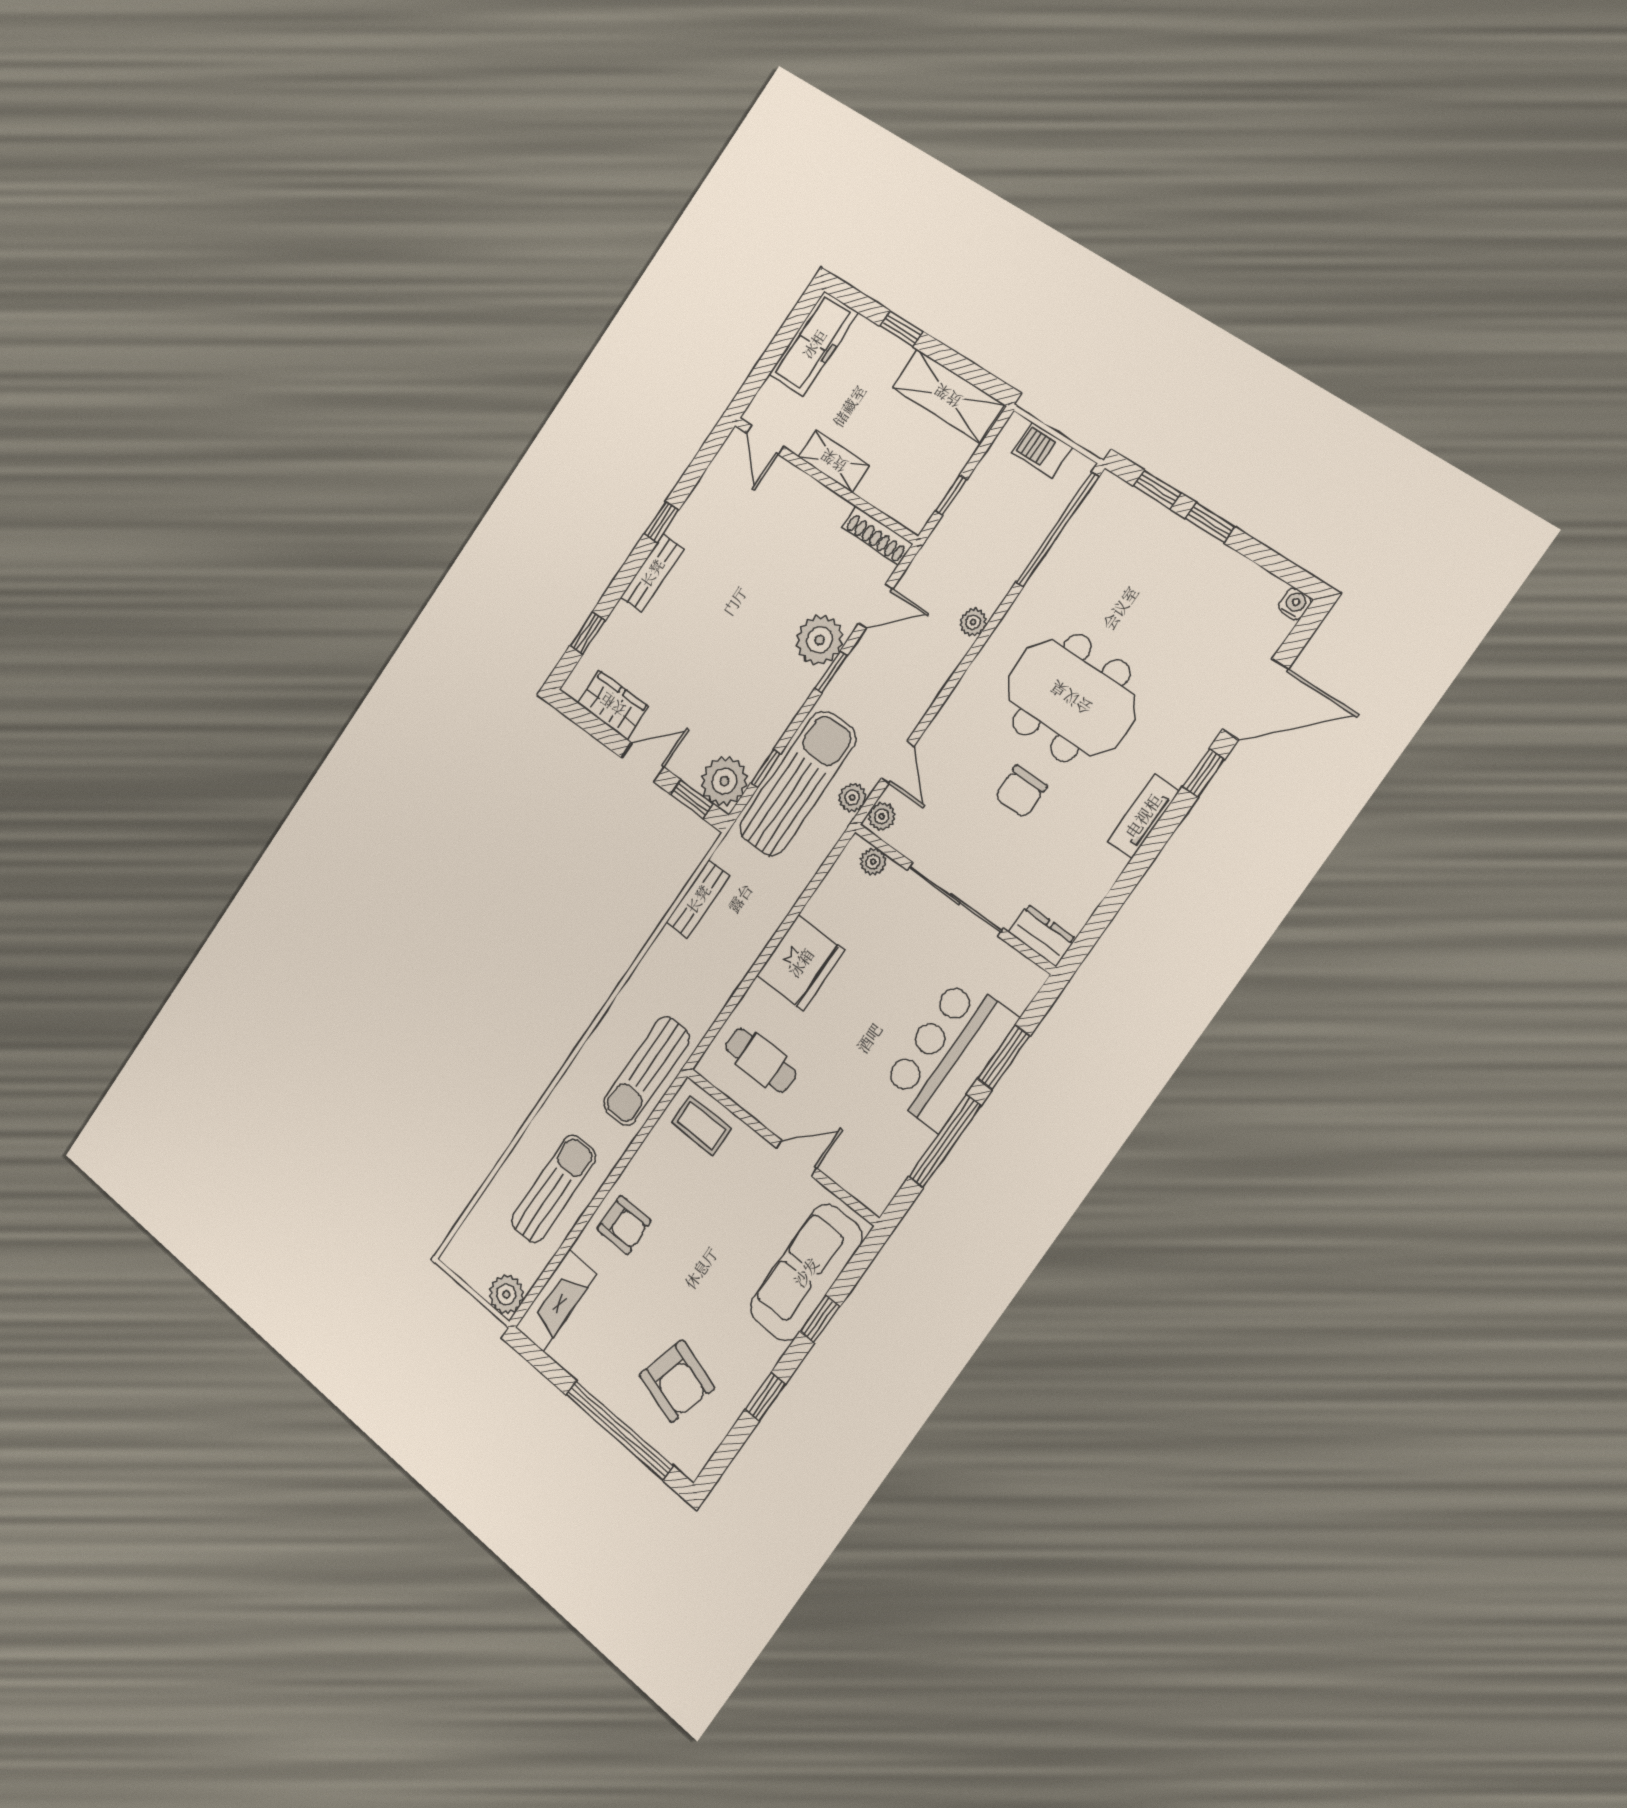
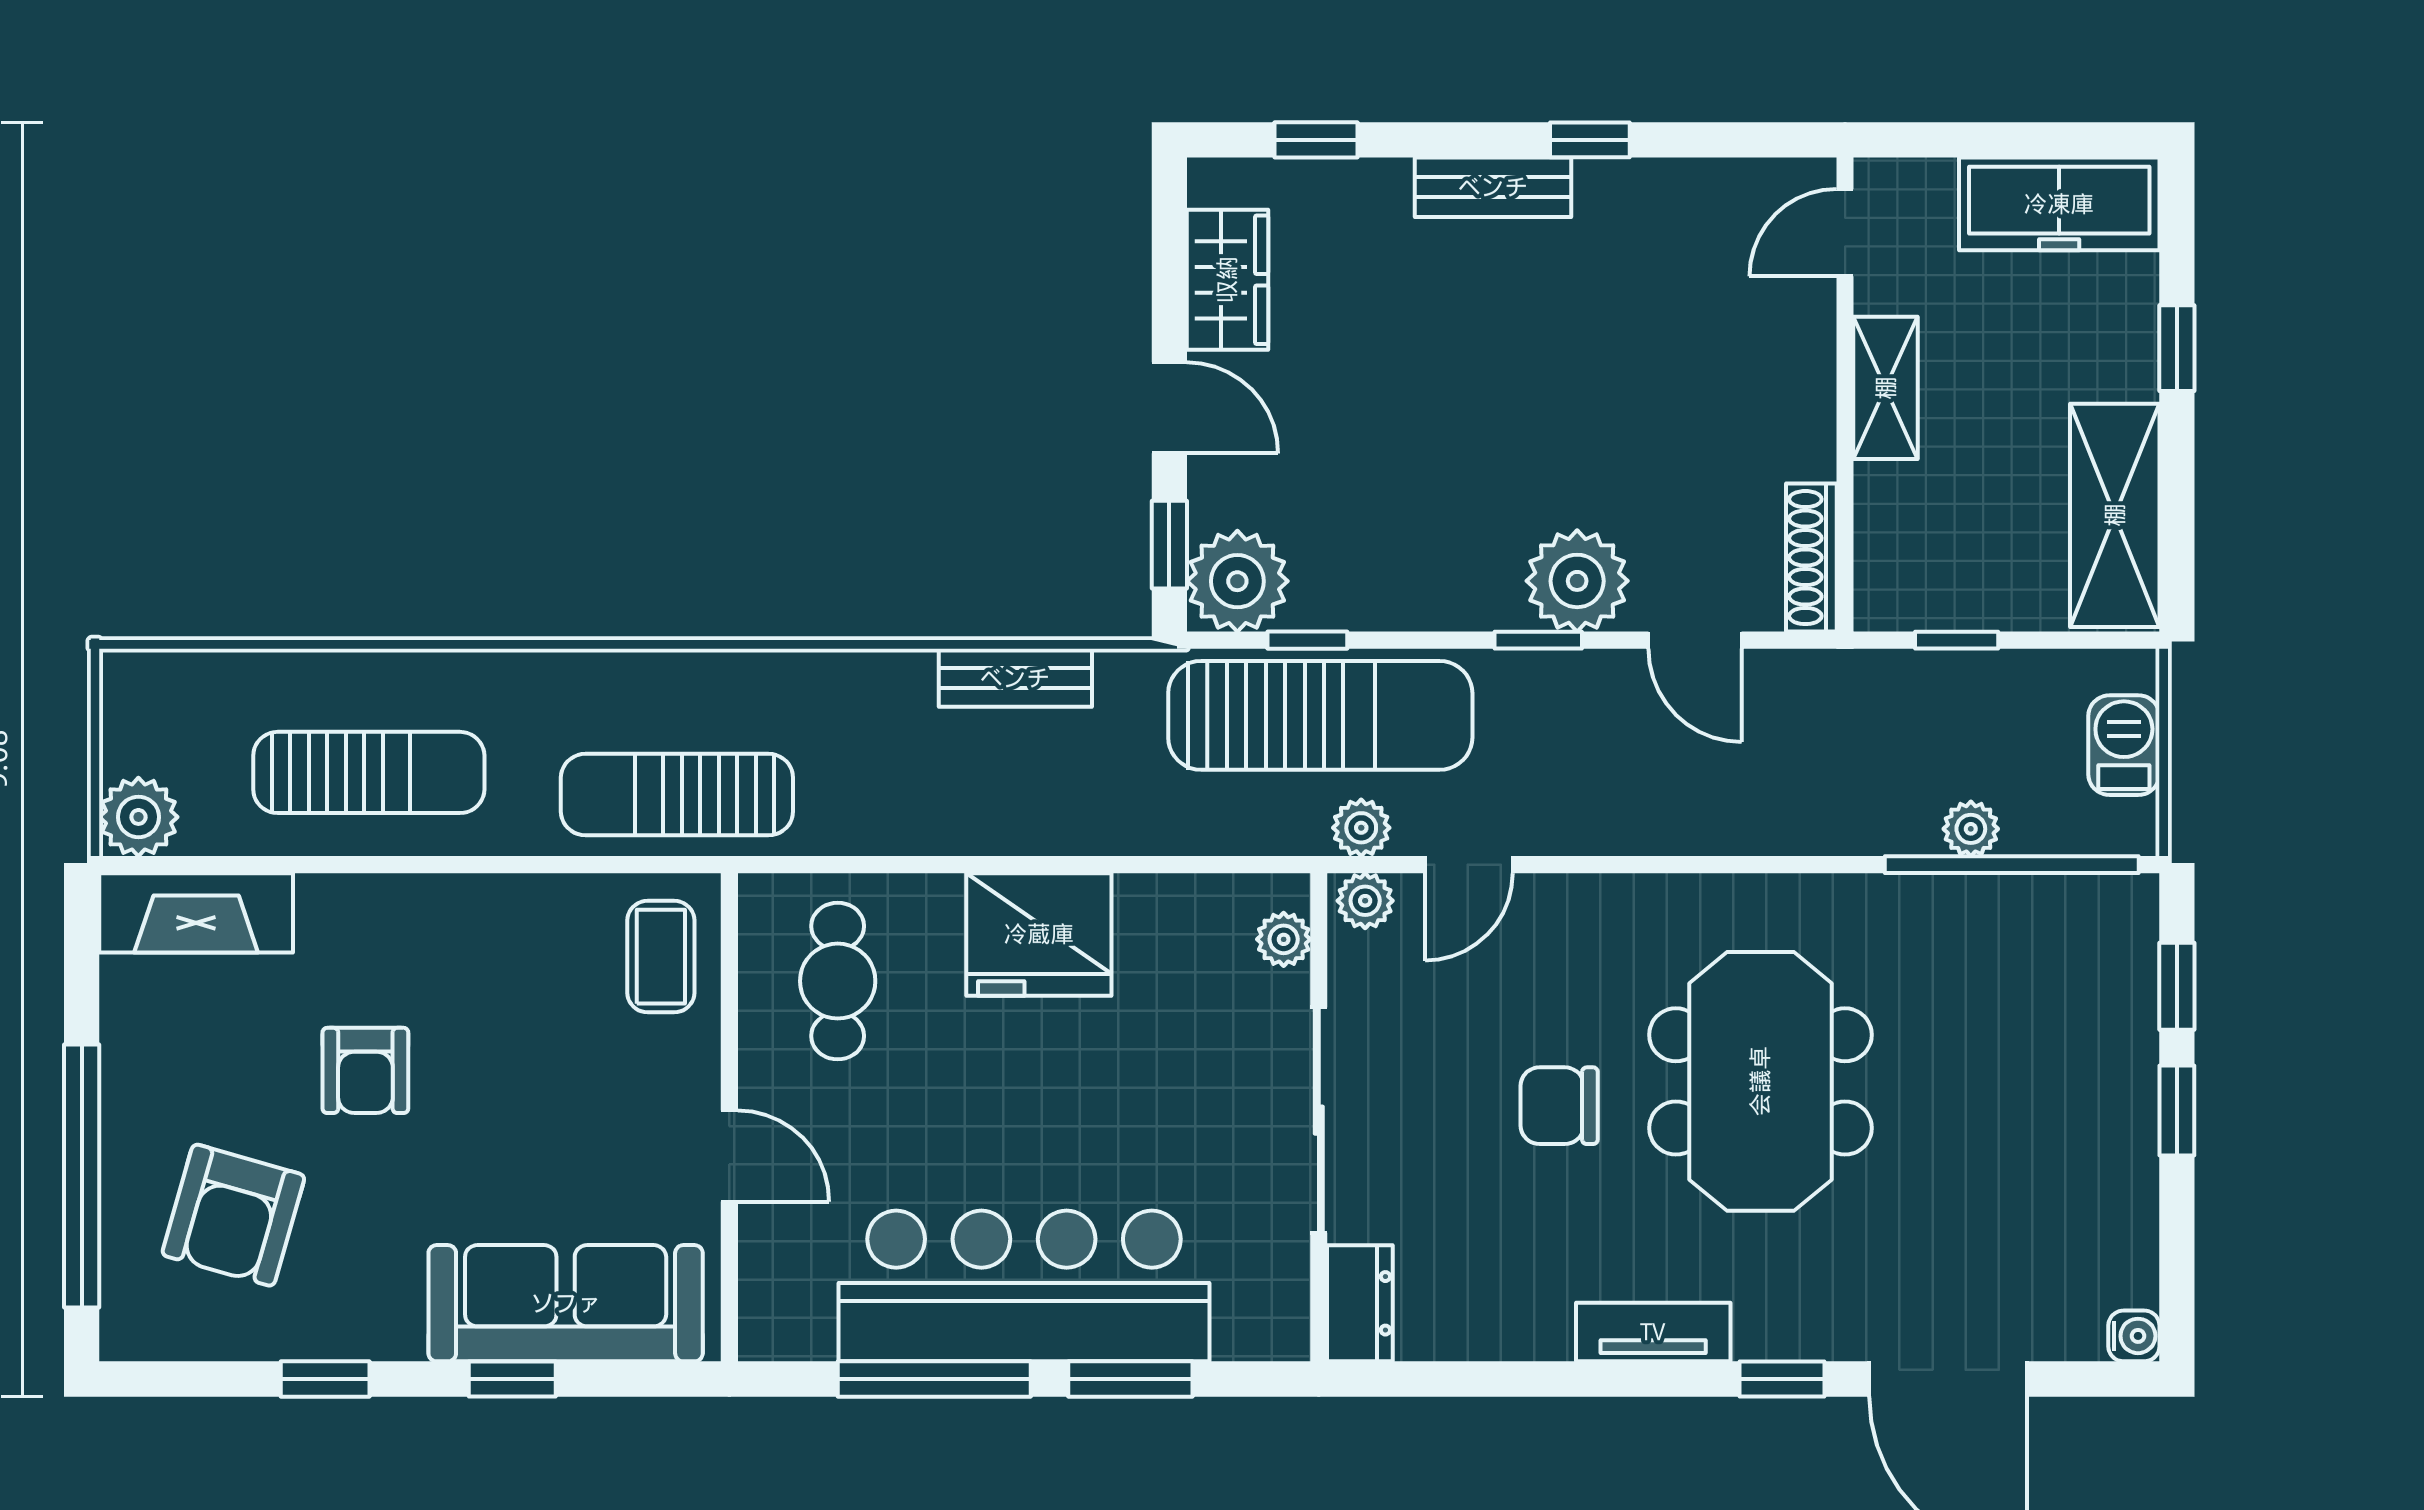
plant: (973, 622) -> (1971, 829), moved
bar counter: (949, 1053) -> (1024, 1286), width x1.36
armchair: (624, 1225) -> (365, 1070), moved

